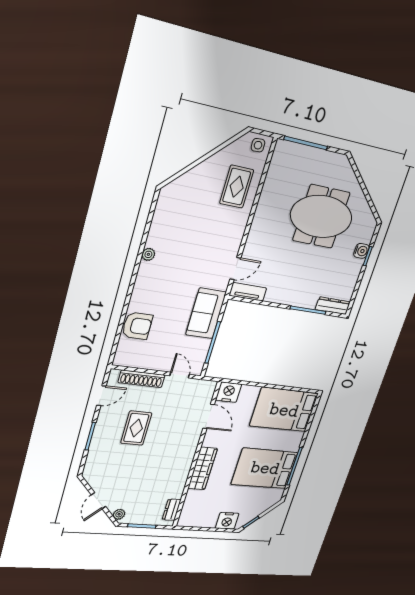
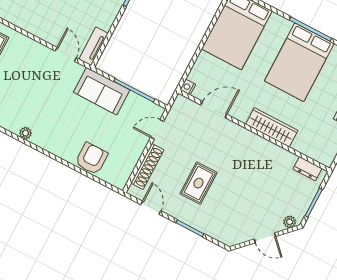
nightstand: (229, 392) -> (188, 87), width x0.53, depth x0.56
rug: (136, 428) -> (198, 183), turned 90

